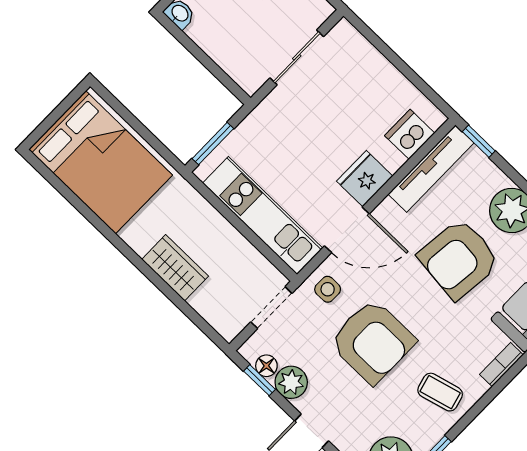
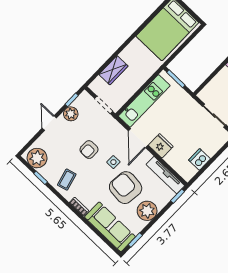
dishwasher: (410, 134) -> (200, 159), moved, turned -90
wardrobe: (175, 268) -> (113, 70), moved
side table: (328, 289) -> (113, 162), moved
armchair: (372, 341) -> (89, 150), width x0.53, depth x0.53
floor lamp: (266, 366) -> (78, 103), removed

